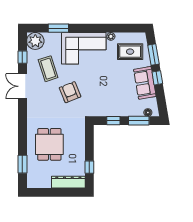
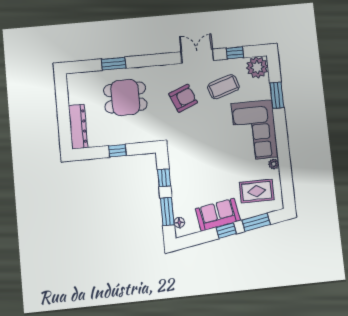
rug: (130, 52) -> (257, 191), turned 90
armchair: (70, 92) -> (183, 98), moved
window: (22, 164) -> (114, 64), moved
window: (89, 167) -> (117, 151), moved

